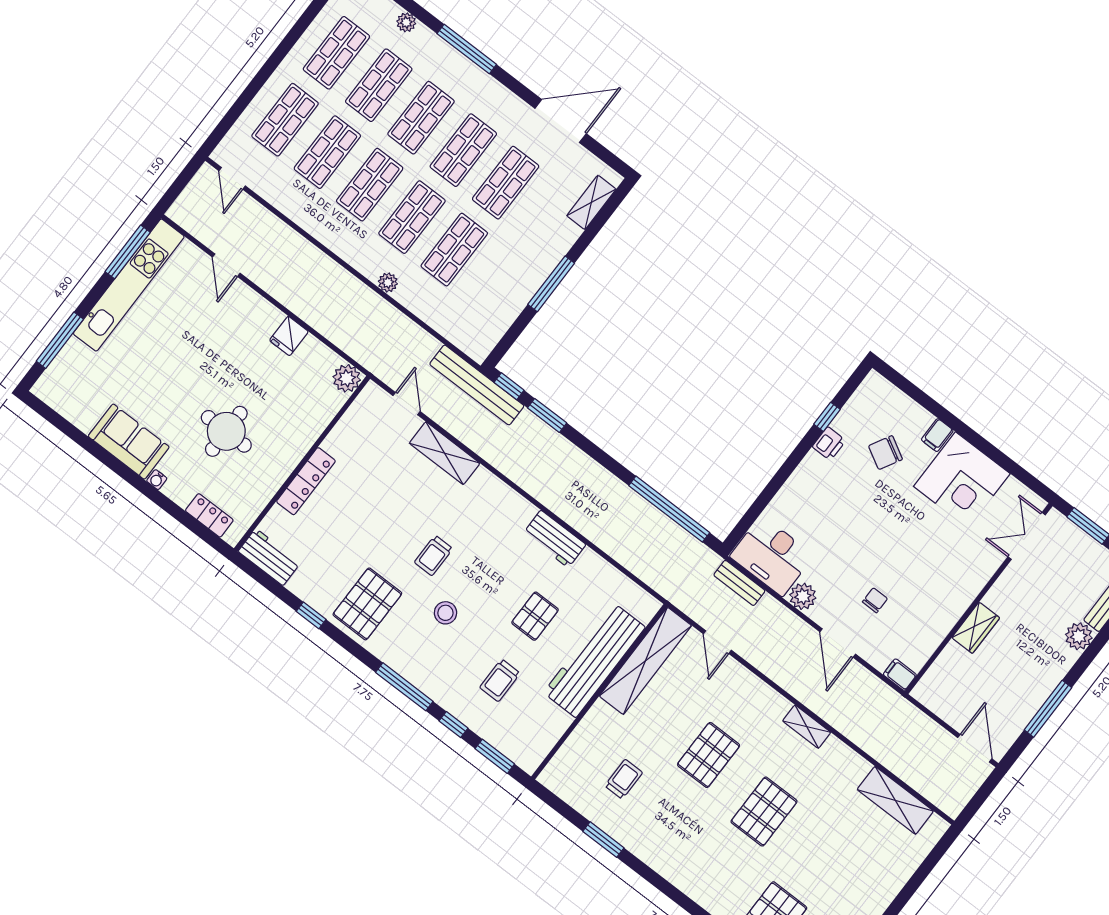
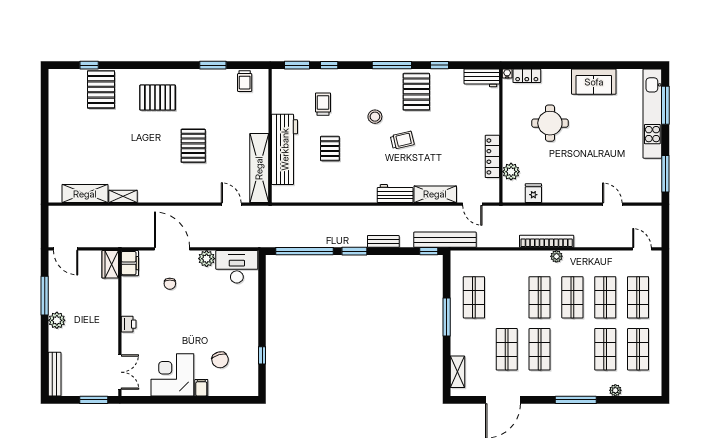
shop shelf: (421, 118) -> (572, 349), removed
shop shelf: (454, 250) -> (474, 297), moved
bookcase: (347, 282) -> (547, 241), added
plant: (388, 283) -> (556, 256), moved
kitchen unit: (129, 285) -> (652, 114), moved
fridge: (289, 336) -> (533, 193), moved
plant: (347, 378) -> (511, 172), moved
window: (547, 415) -> (354, 251), moved
printer: (829, 444) -> (129, 324), moved, turned 180
chair: (885, 453) -> (220, 360), turned 135
water cooler: (157, 480) -> (507, 74), moved
locker: (306, 481) -> (492, 156), moved
workbench: (555, 539) -> (395, 194), moved
trolley: (434, 556) -> (402, 140), turned 77
bench: (739, 583) -> (383, 241), moved
wardrobe: (976, 628) -> (110, 264), moved
plant: (1079, 636) -> (57, 320), moved
door: (838, 643) -> (172, 249), width x1.36
filing cabinet: (900, 675) -> (130, 263), width x2.00
window: (404, 687) -> (392, 65), moved
shelving: (807, 727) -> (123, 196), moved
trolley: (624, 779) -> (245, 81), moved
pallet: (764, 812) -> (158, 98), moved, turned 90

